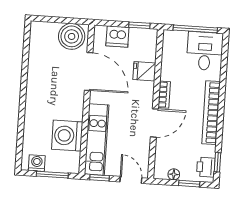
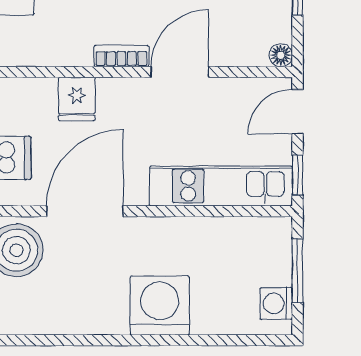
door: (154, 123) -> (180, 72), hinge flipped
washing machine: (67, 136) -> (160, 306), moved, turned 180
floor lamp: (174, 174) -> (281, 55), moved

